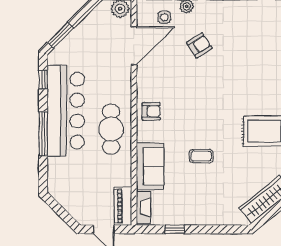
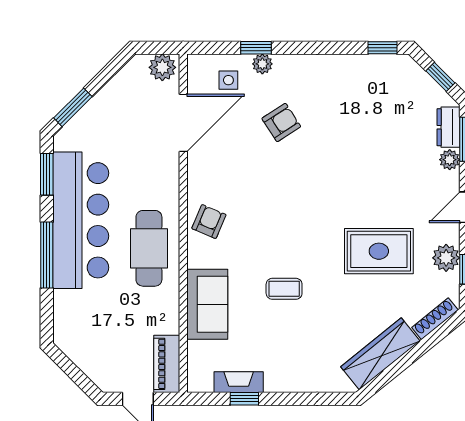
window: (43, 80) -> (47, 174), width x1.50
armchair: (151, 111) -> (209, 222), turned -67
fireplace: (143, 208) -> (239, 382), moved, turned -90

